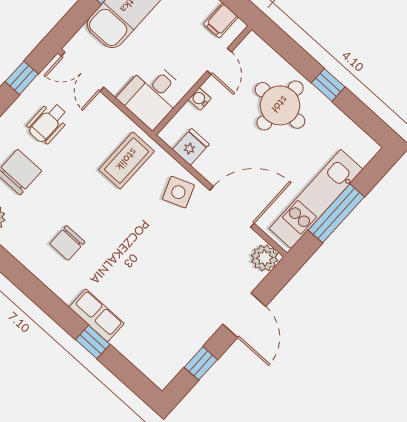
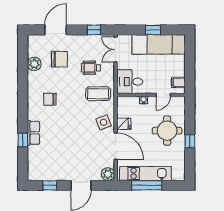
wheelchair: (48, 123) -> (91, 68), moved
fridge: (191, 147) -> (124, 124), moved

